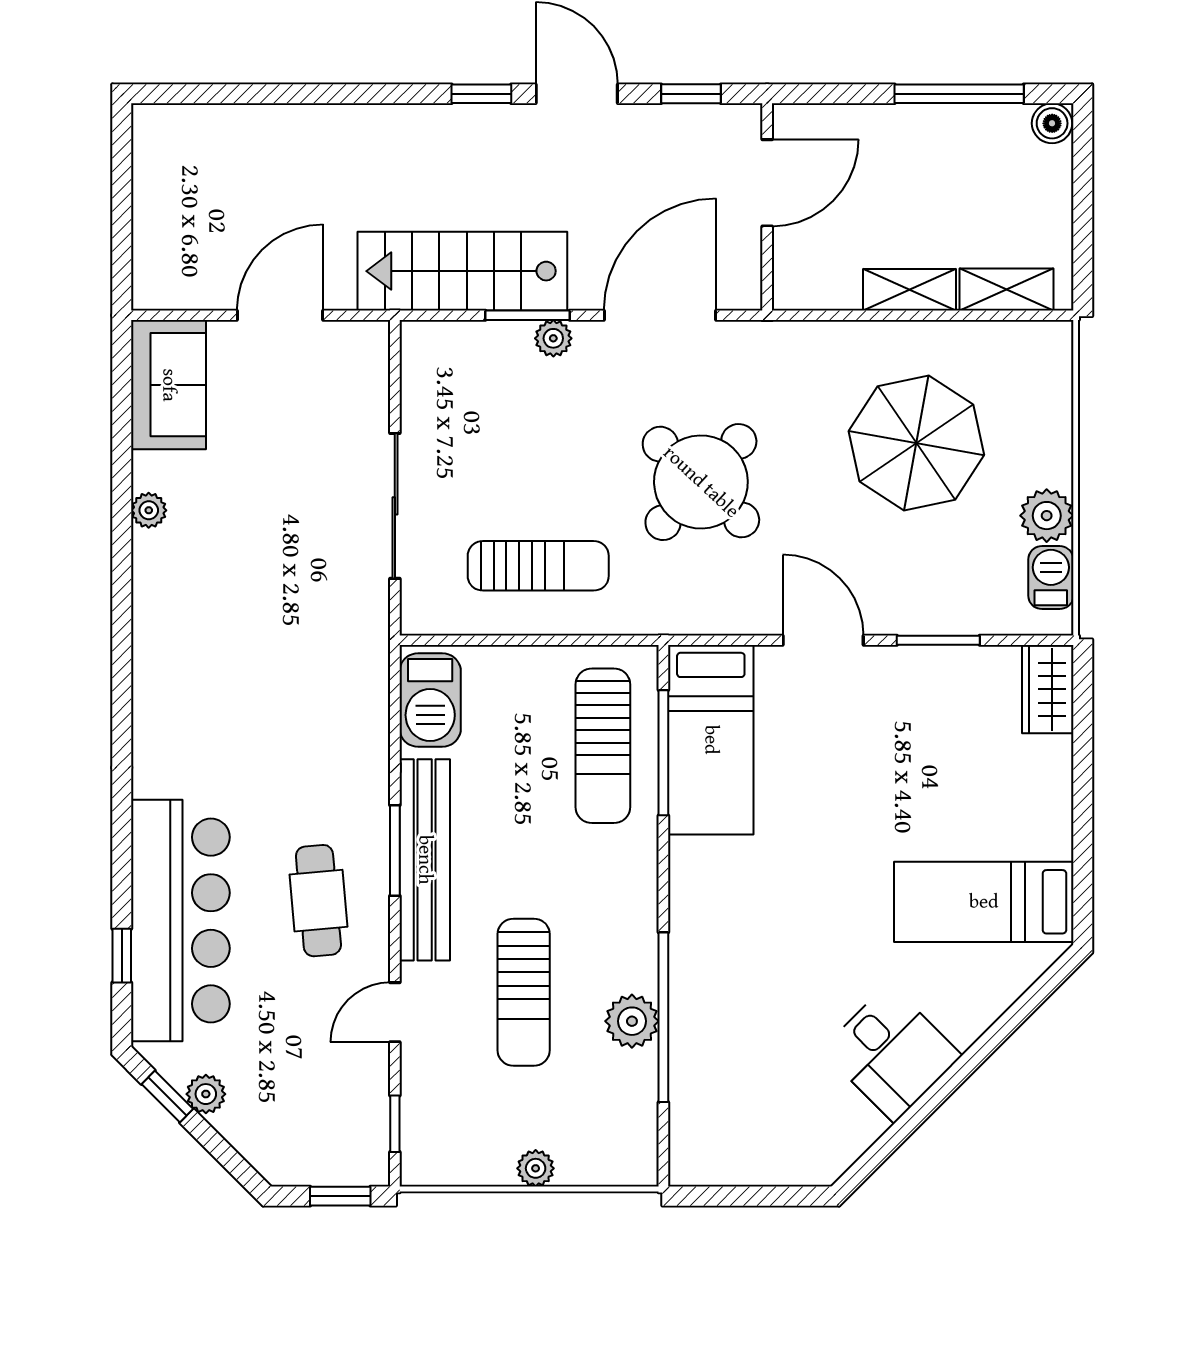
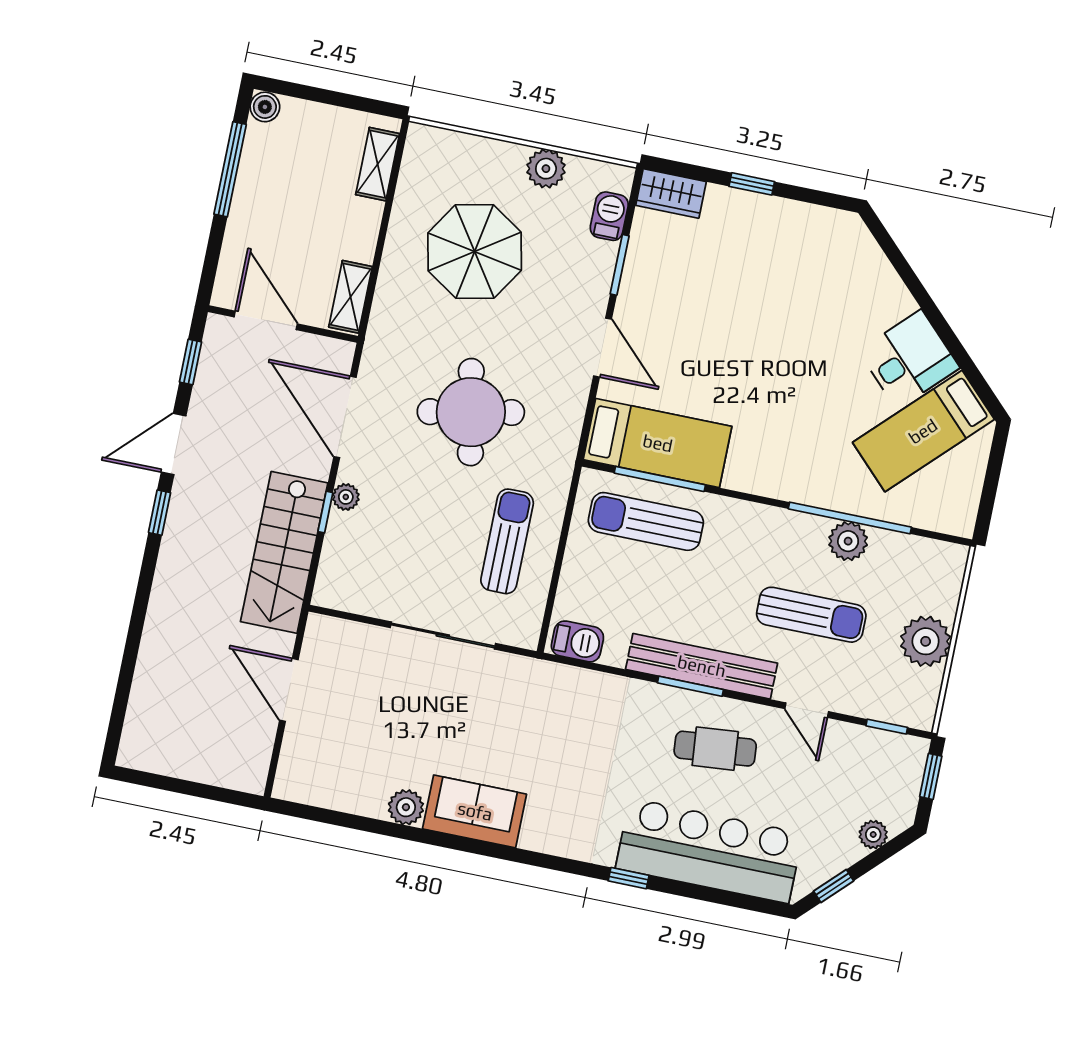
shelving: (910, 290) -> (350, 297), moved
window: (528, 315) -> (325, 512), width x0.67
sofa: (169, 385) -> (475, 811), moved
round table: (701, 482) -> (471, 412), turned 36
plant: (149, 510) -> (406, 807), width x1.38, depth x1.38
barbecue: (1051, 578) -> (609, 216), moved, turned 90
door: (823, 640) -> (603, 348), swing flipped
barbecue: (430, 700) -> (577, 641), width x0.73, depth x0.79
sun lounger: (603, 746) -> (646, 521), turned 180
window: (1083, 795) -> (752, 184), added
bed: (984, 902) -> (923, 431), moved, turned 45
window: (122, 956) -> (629, 878), moved
plant: (206, 1094) -> (873, 835), moved
plant: (536, 1168) -> (926, 641), width x1.88, depth x1.88

